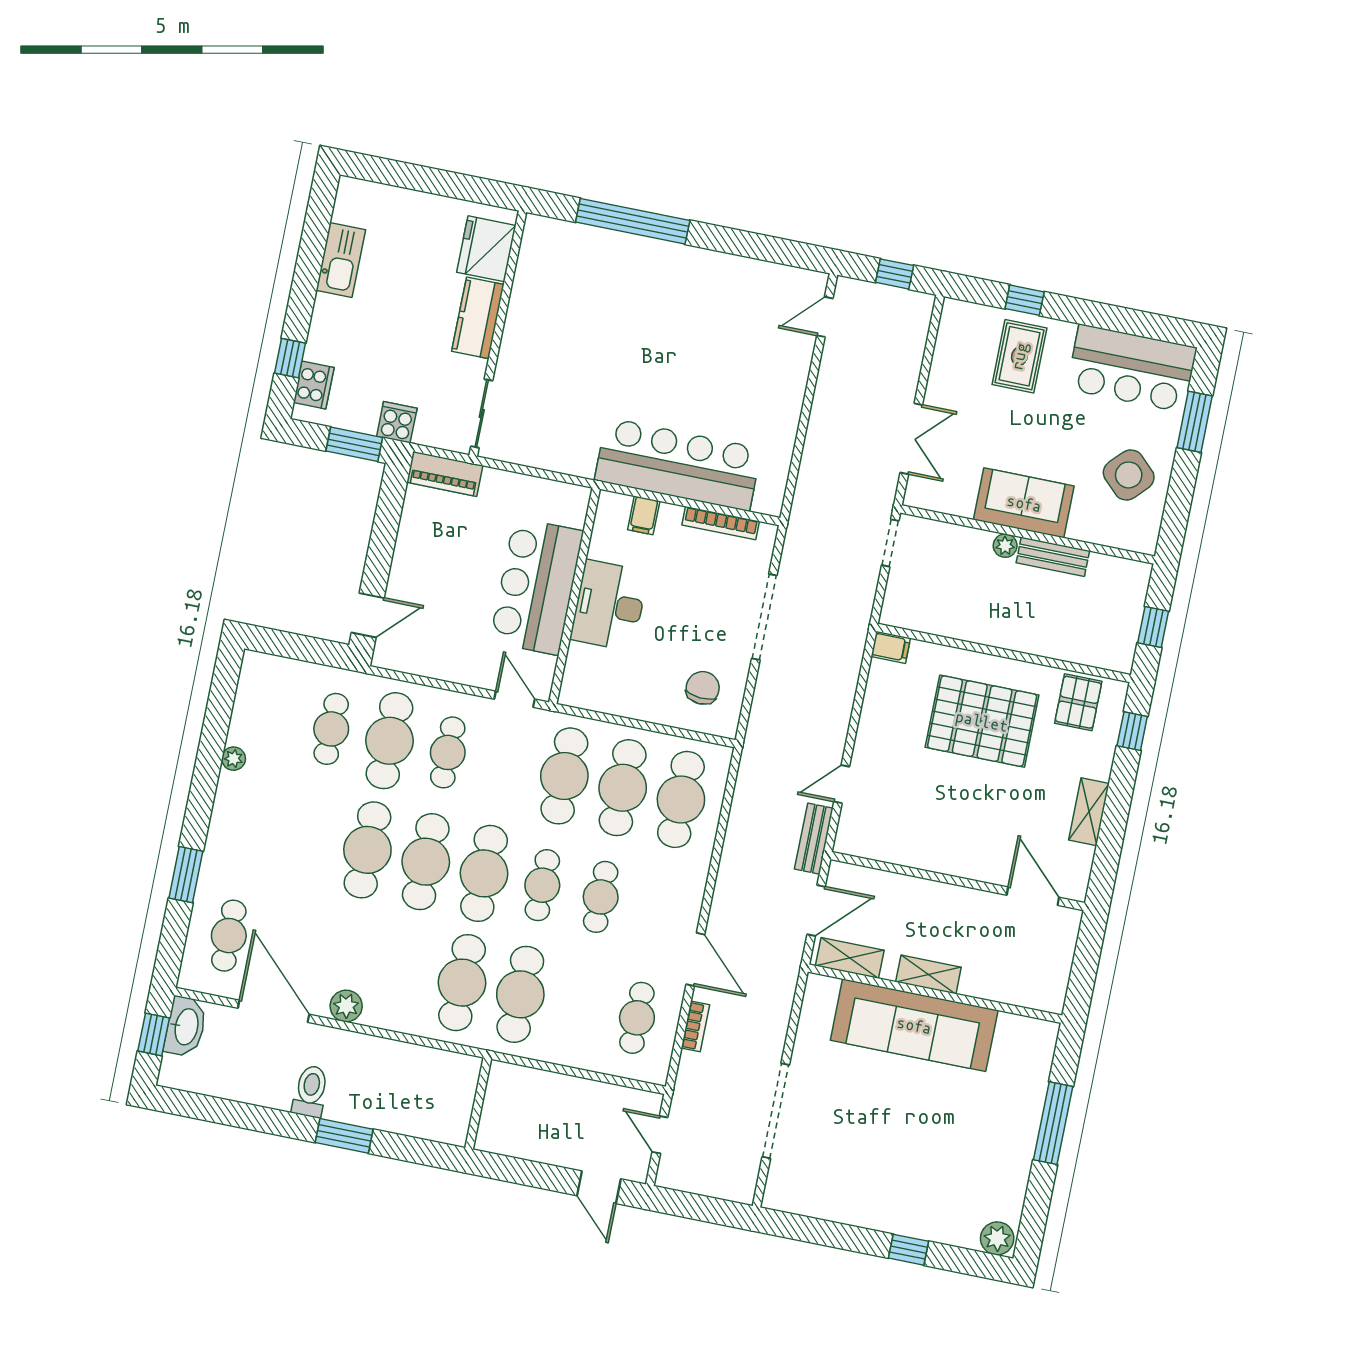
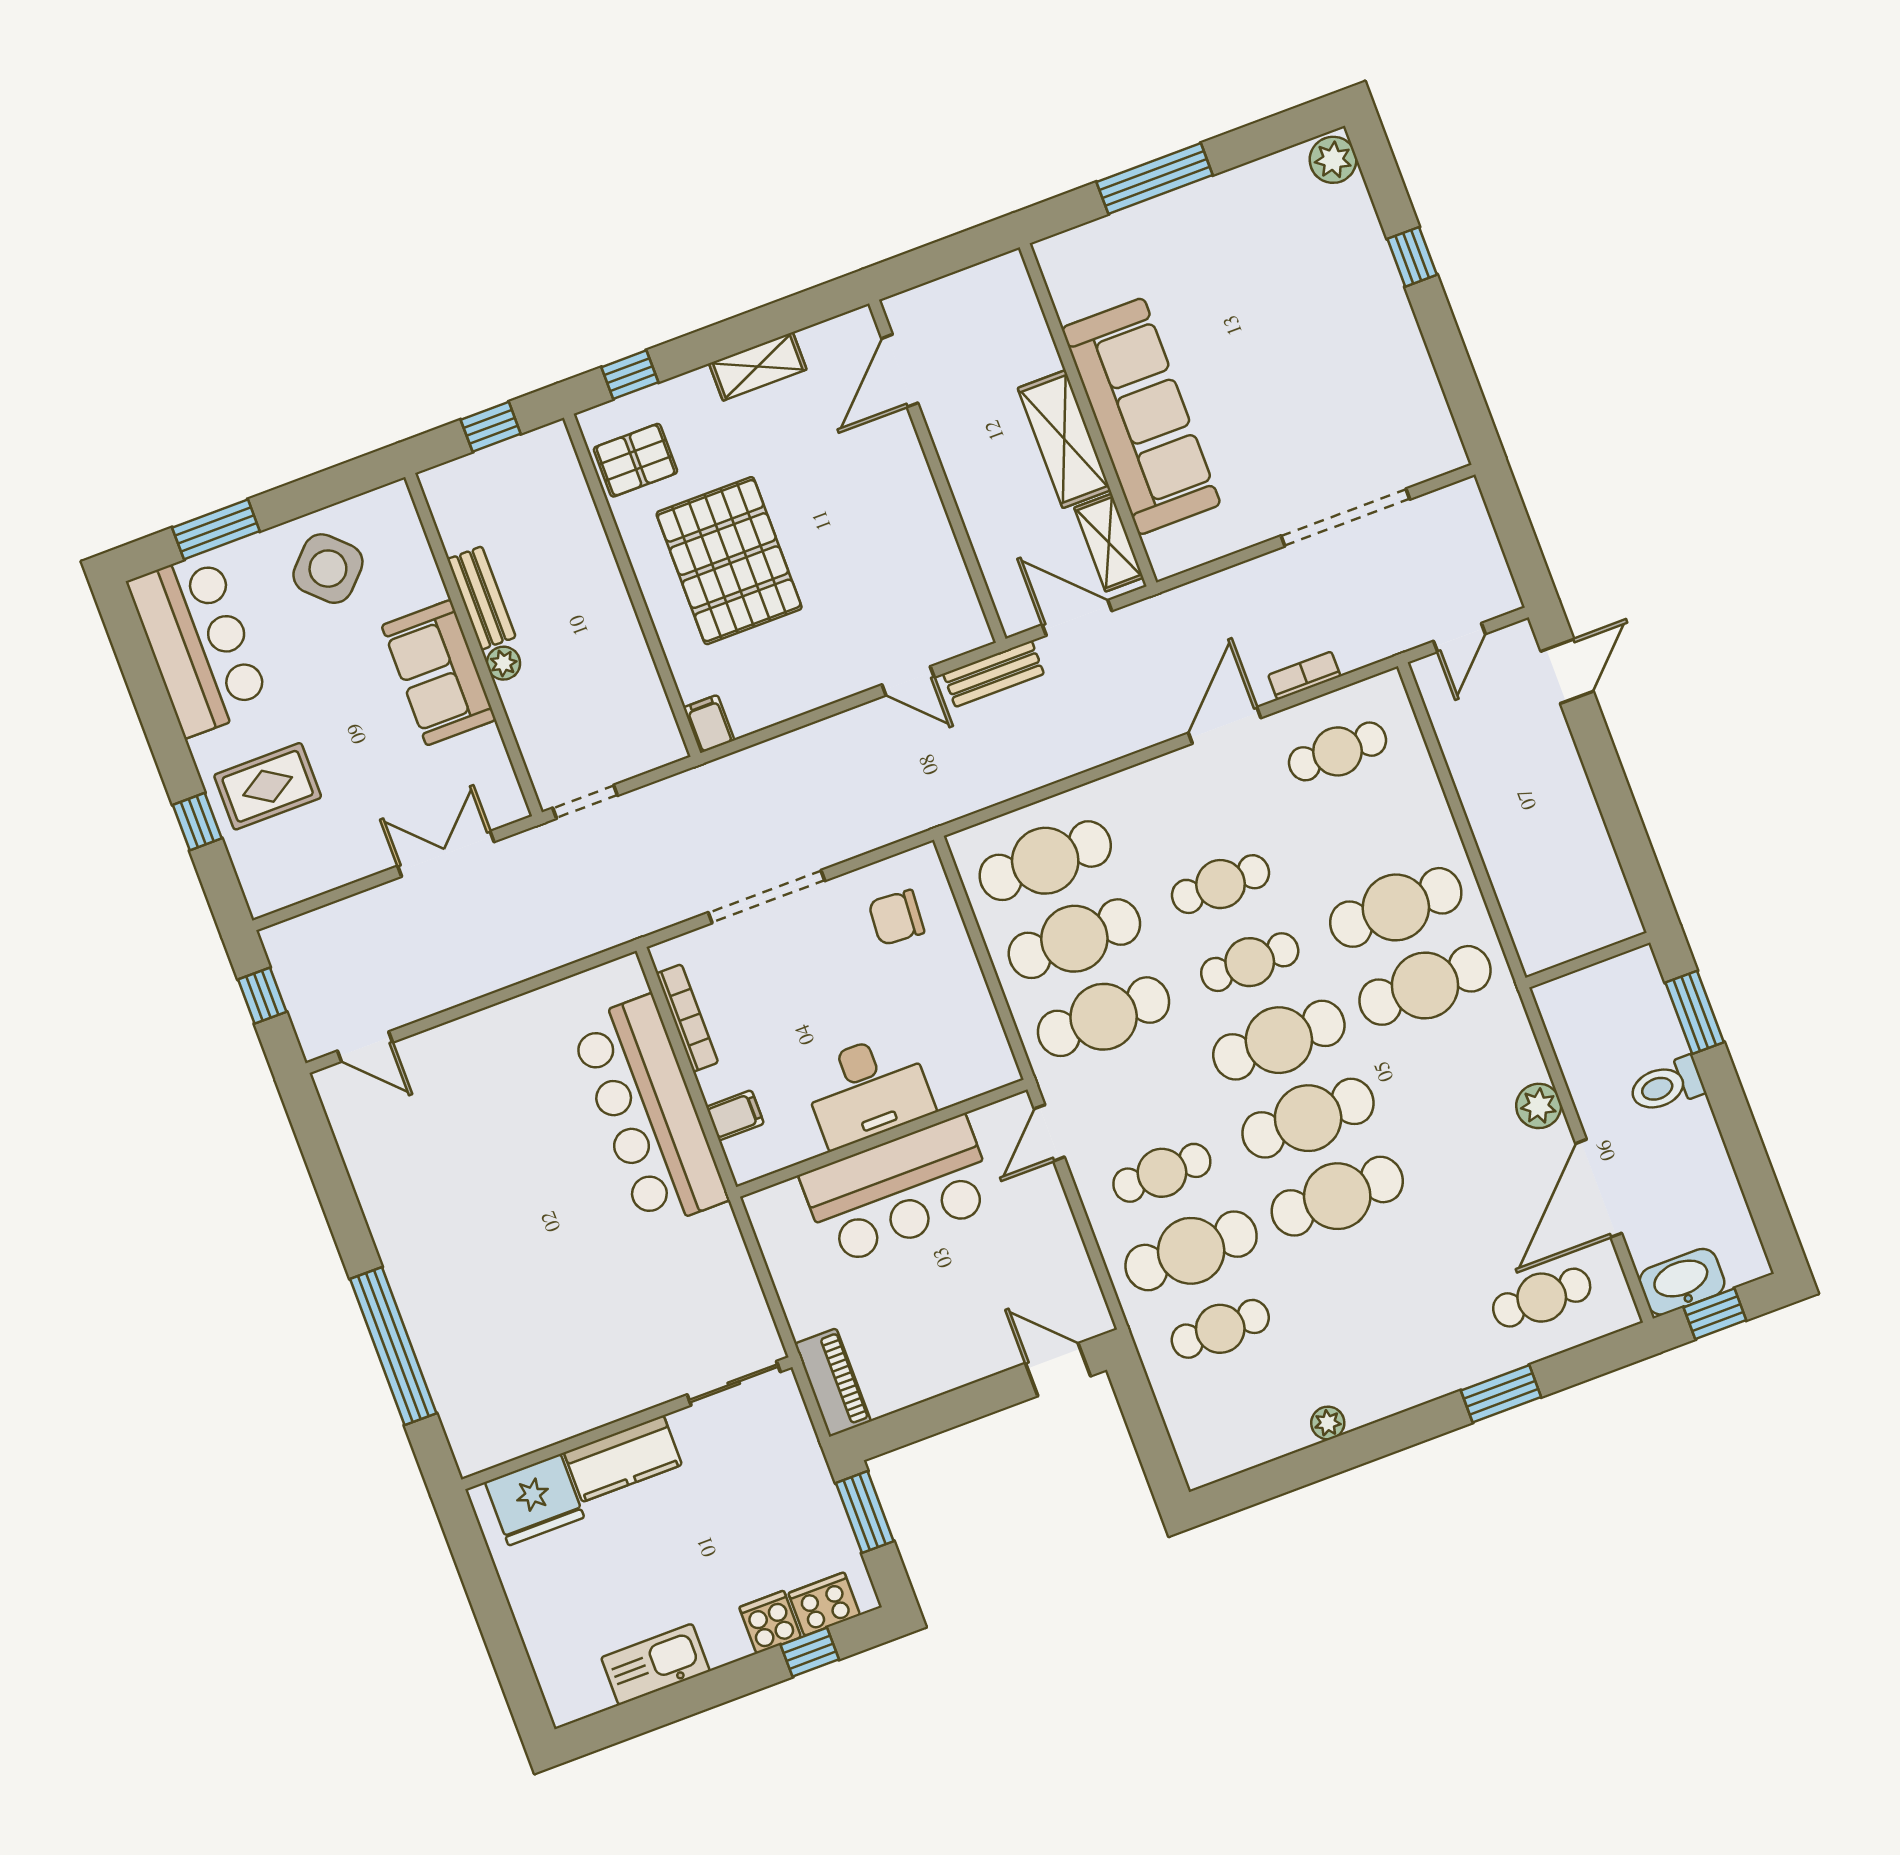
cooker: (397, 422) -> (770, 1622), moved, turned 90
shelving: (928, 975) -> (1064, 439), width x1.50, depth x1.33
wall: (478, 1103) -> (1588, 960), moved

